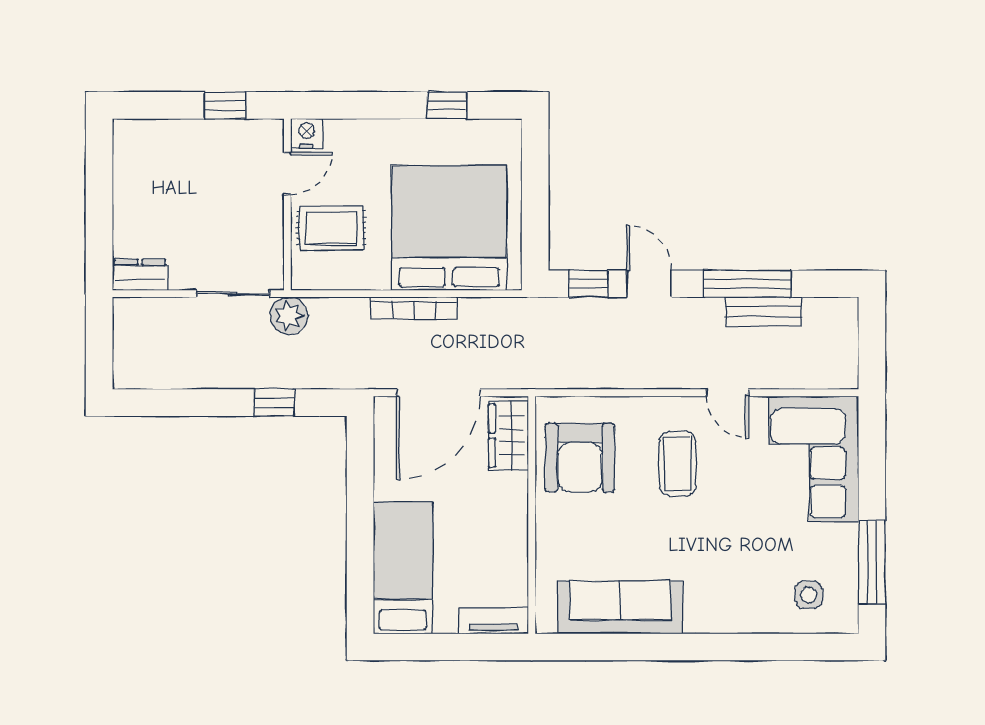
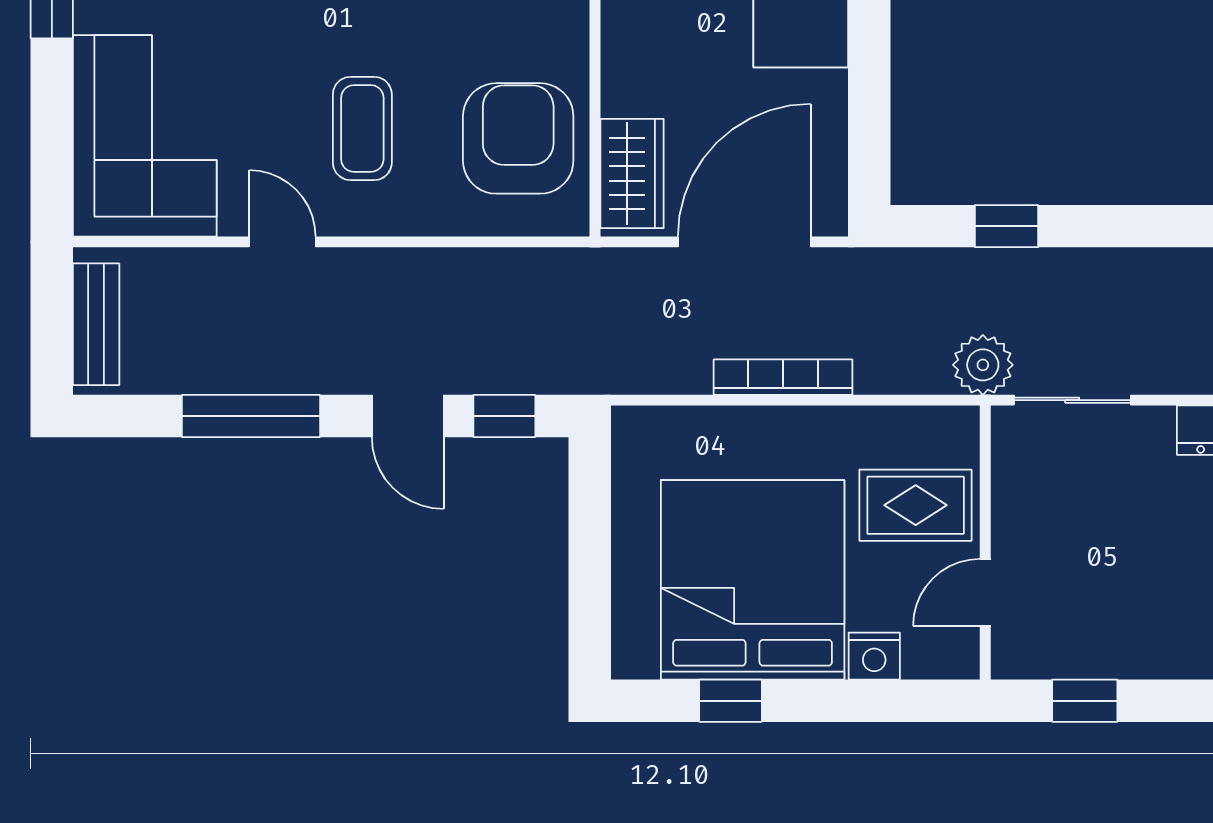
nightstand: (307, 133) -> (874, 656), moved
bed: (449, 228) -> (753, 580), moved, turned 180
bench: (763, 311) -> (96, 324), moved, turned 90

